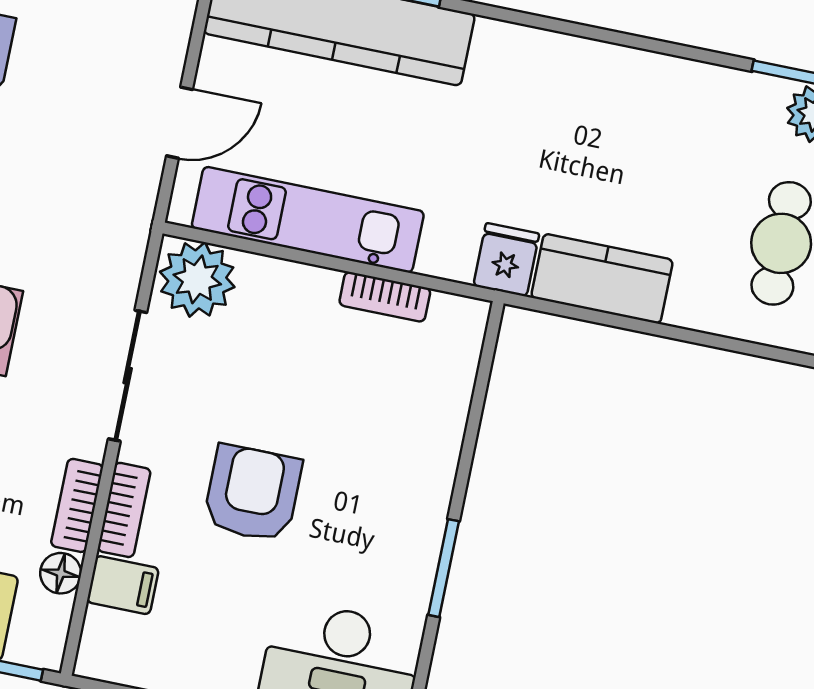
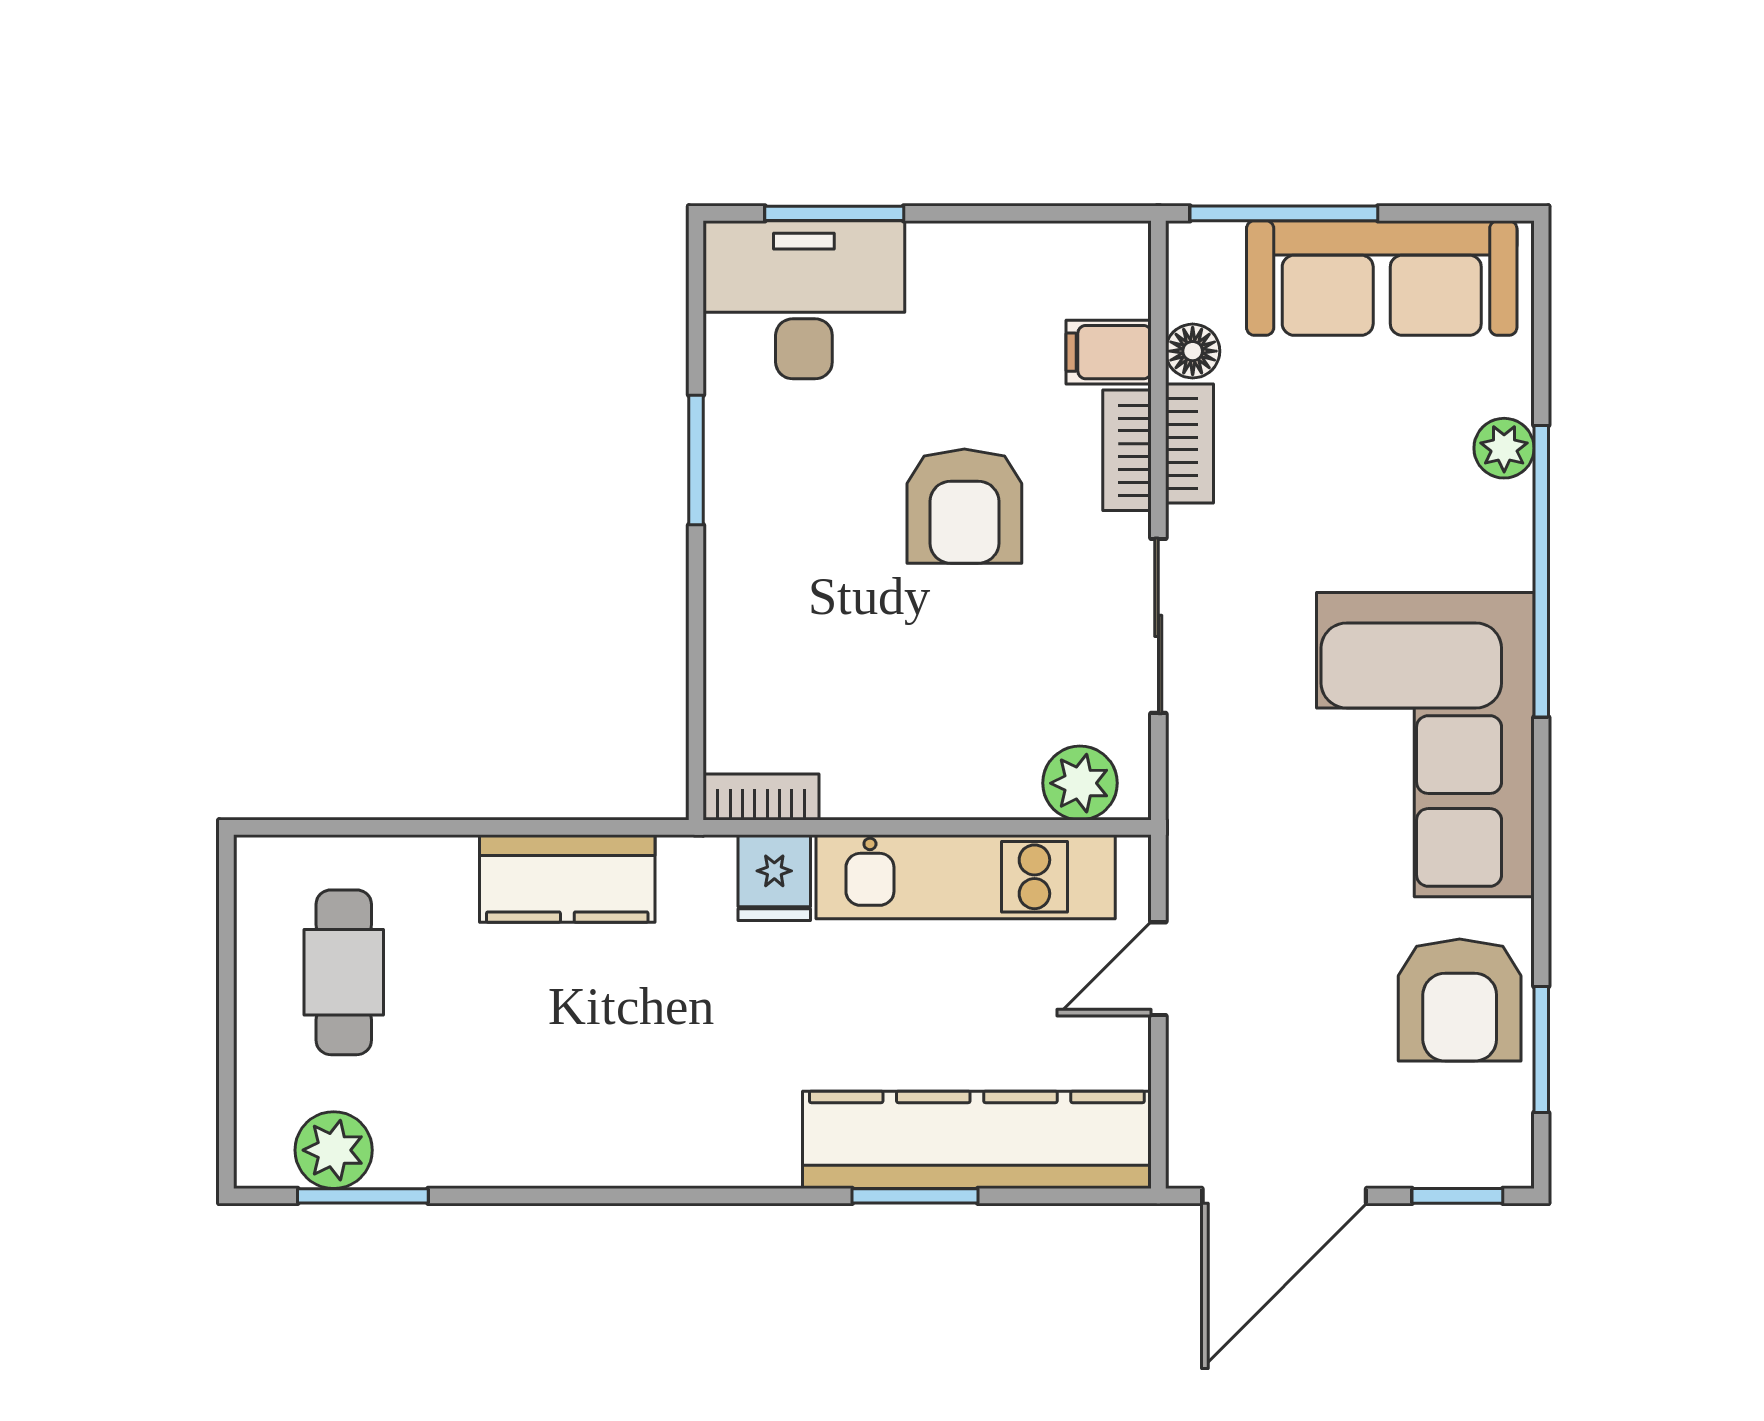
fridge: (506, 260) -> (774, 878), moved
plant: (197, 279) -> (1080, 783), width x0.73, depth x0.73
bookcase: (385, 297) -> (761, 797), moved

